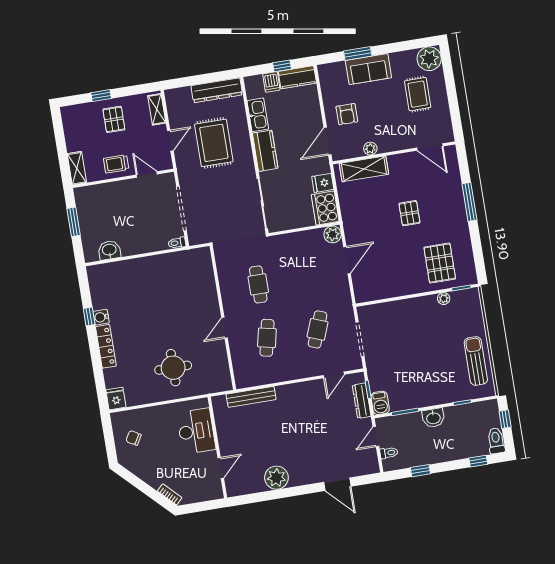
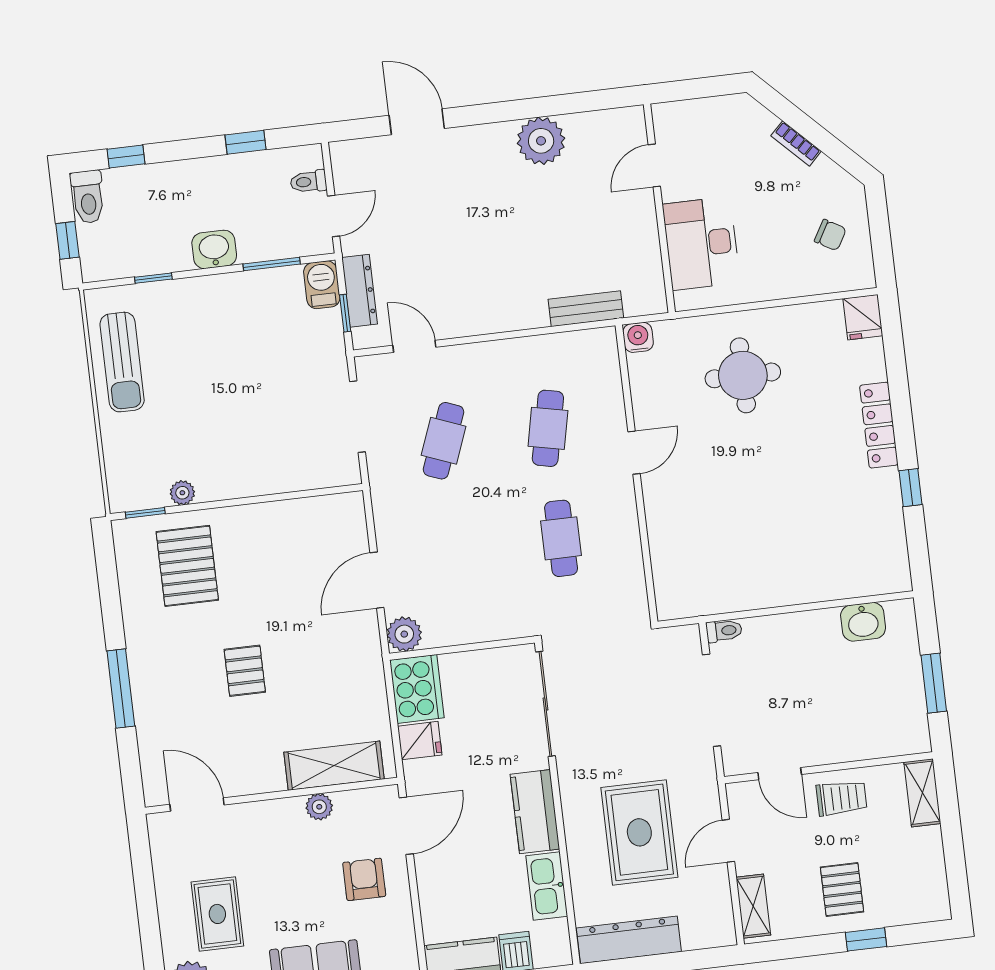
water cooler: (101, 317) -> (638, 337), moved, turned -90
door: (334, 375) -> (414, 346), hinge flipped
bench: (251, 397) -> (586, 309), width x0.73
bookcase: (170, 494) -> (796, 143), moved

